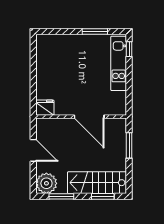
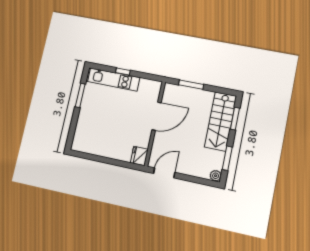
window: (129, 49) -> (123, 72), moved
door: (33, 150) -> (164, 173), moved
plant: (46, 183) -> (216, 176), width x0.53, depth x0.53

